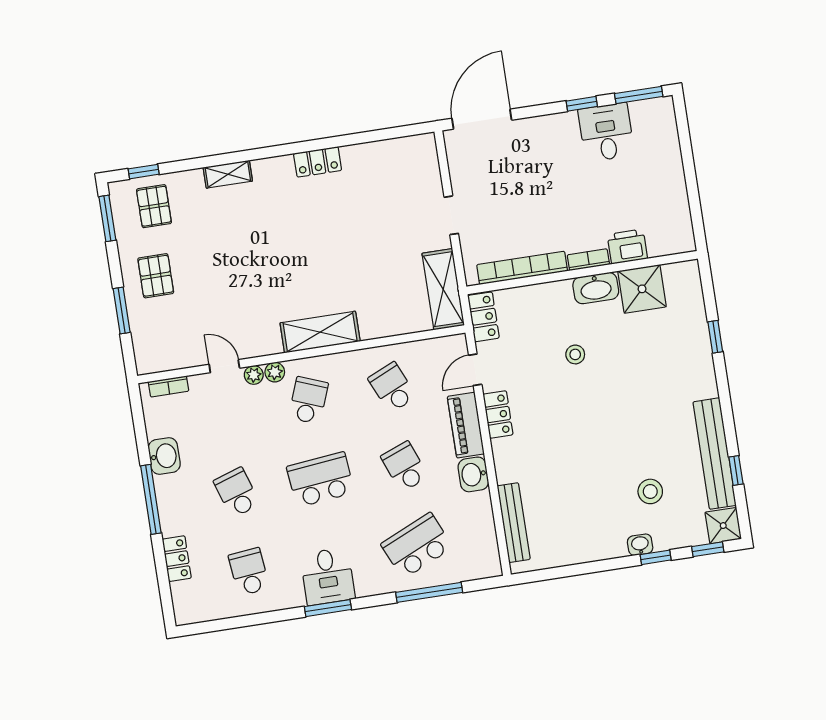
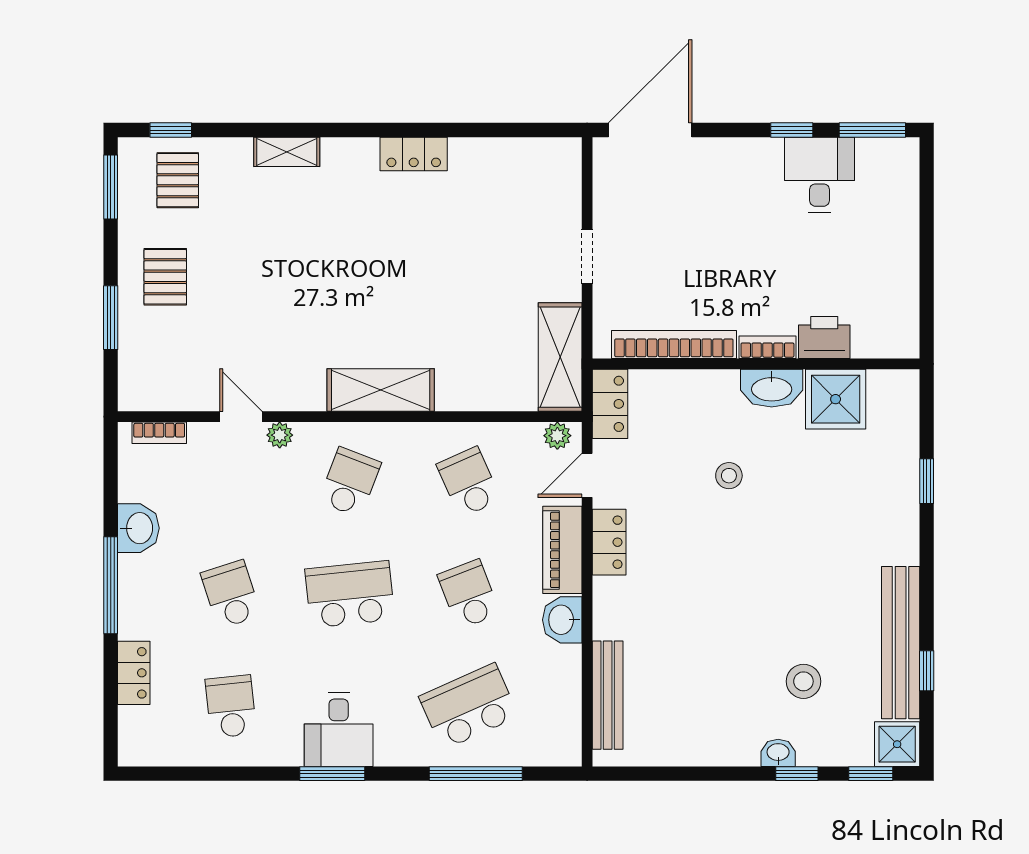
plant: (275, 372) -> (557, 436), moved

